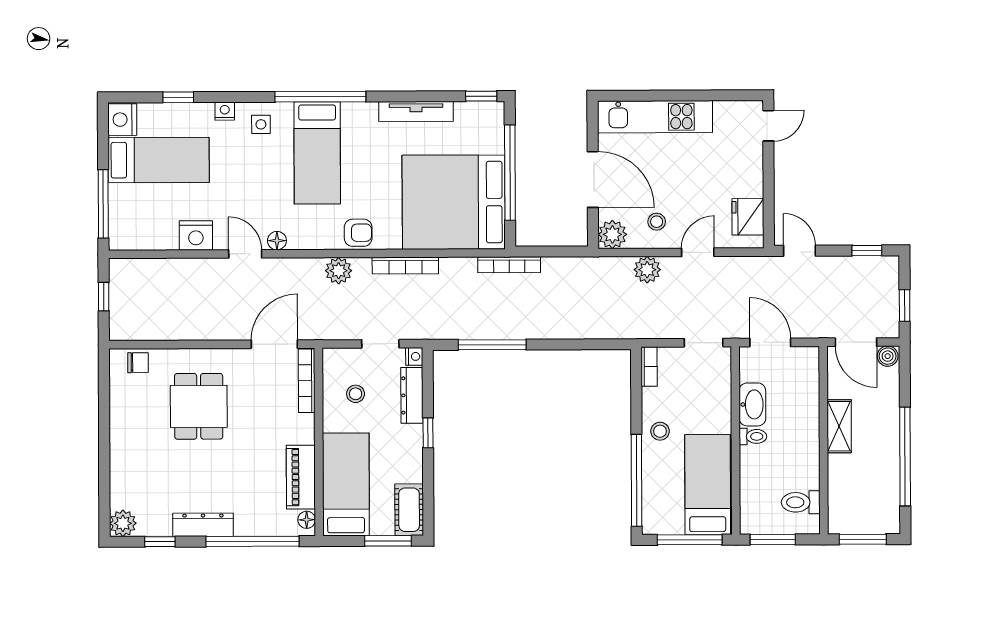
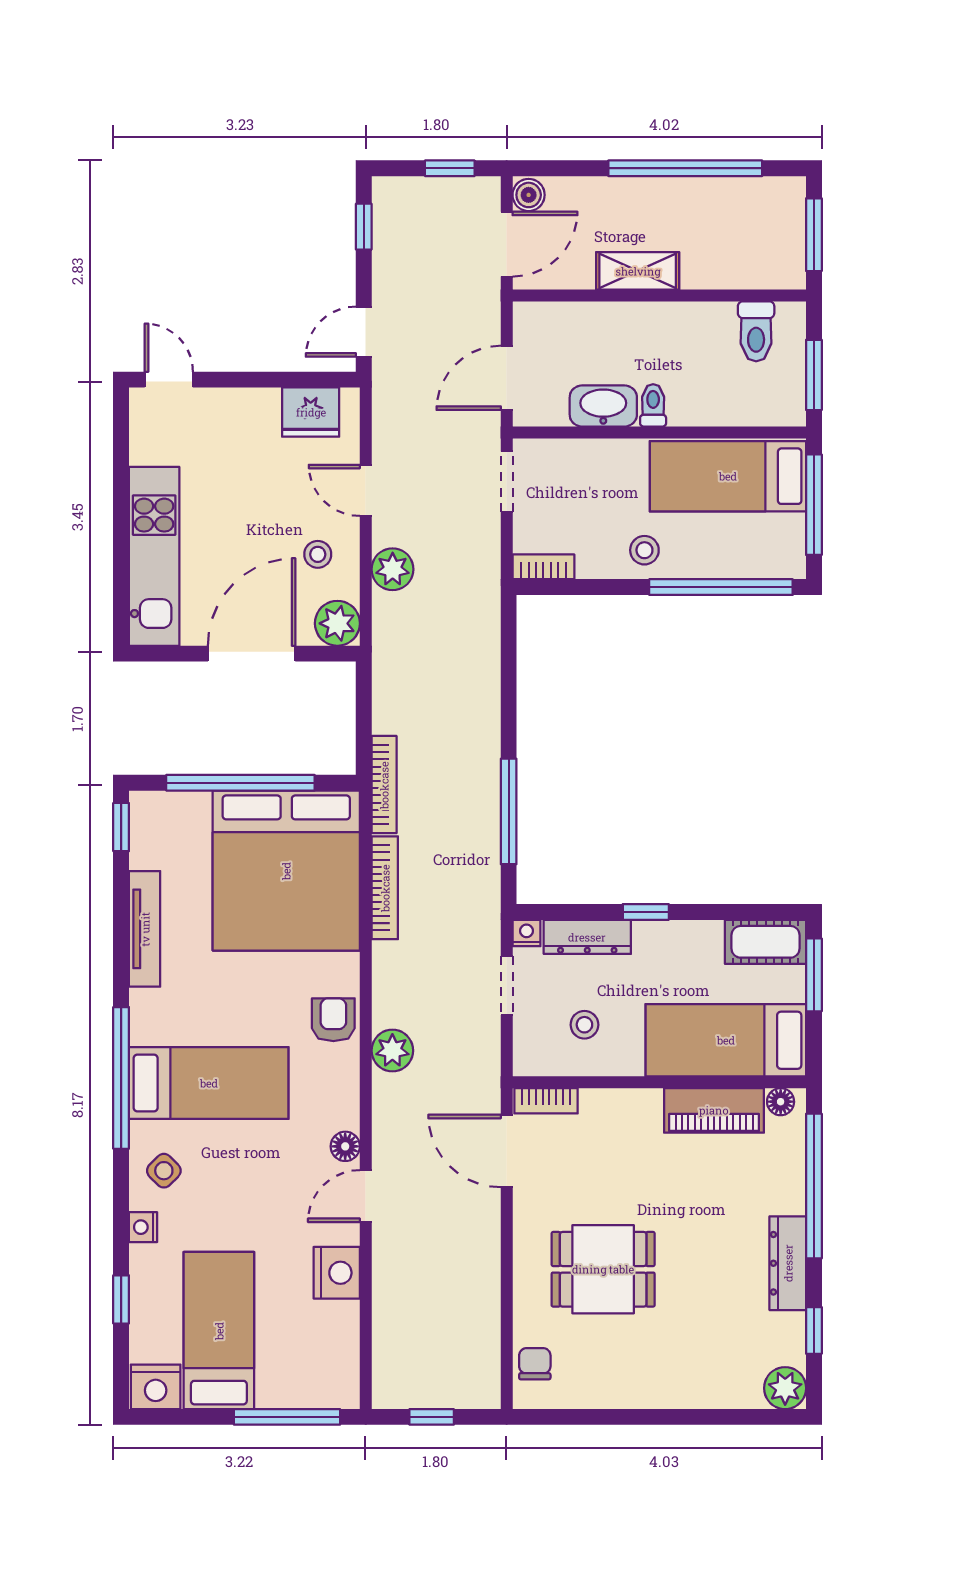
side table: (261, 124) -> (164, 1171), turned 45
bookcase: (405, 266) -> (385, 888), moved
bookcase: (307, 381) -> (546, 1101), width x0.64

